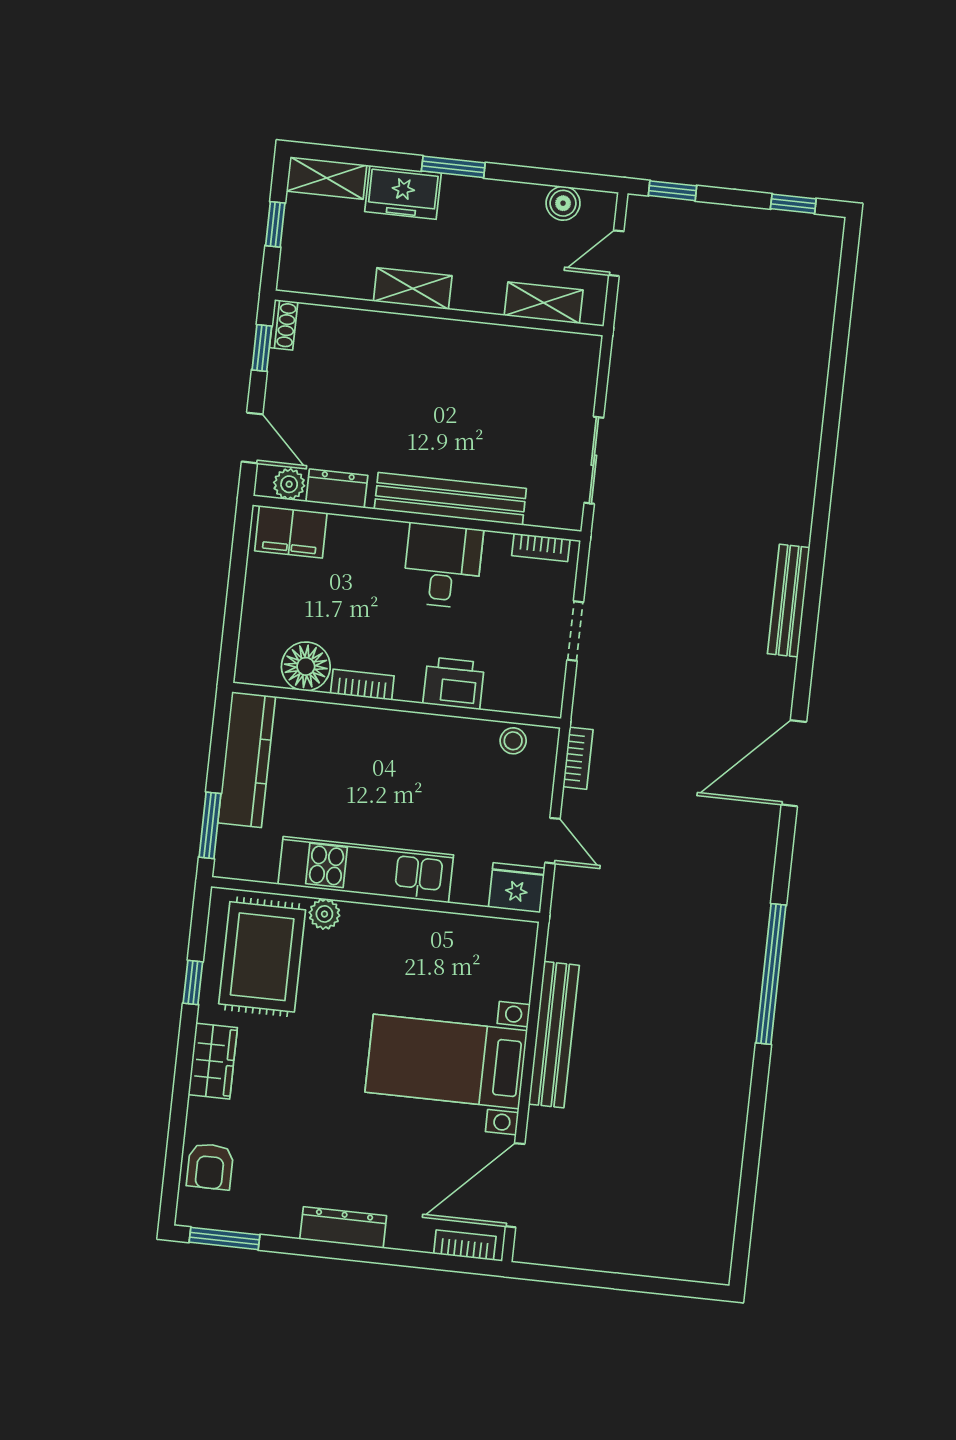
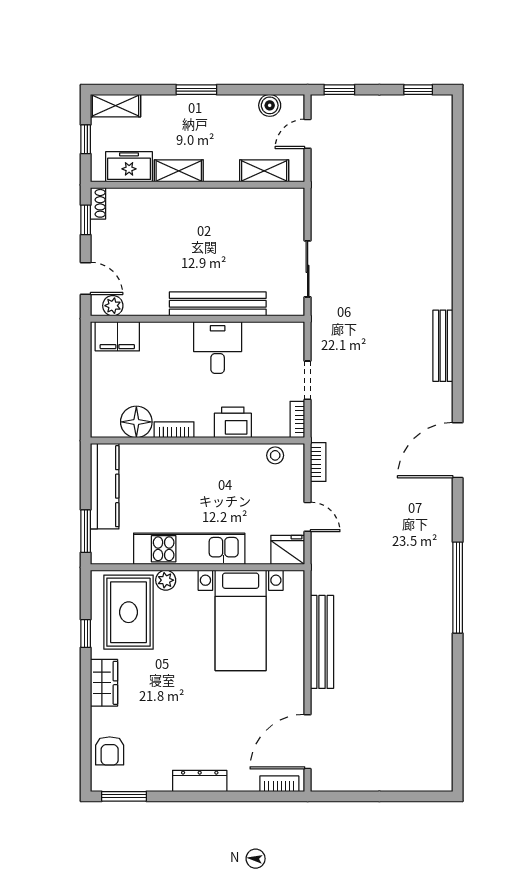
freezer: (403, 192) -> (129, 167), moved, turned 180
dresser: (337, 488) -> (144, 305), removed
bookcase: (541, 547) -> (297, 420), moved, turned 90
bed with nightstands: (446, 1061) -> (241, 620), moved, turned -90

